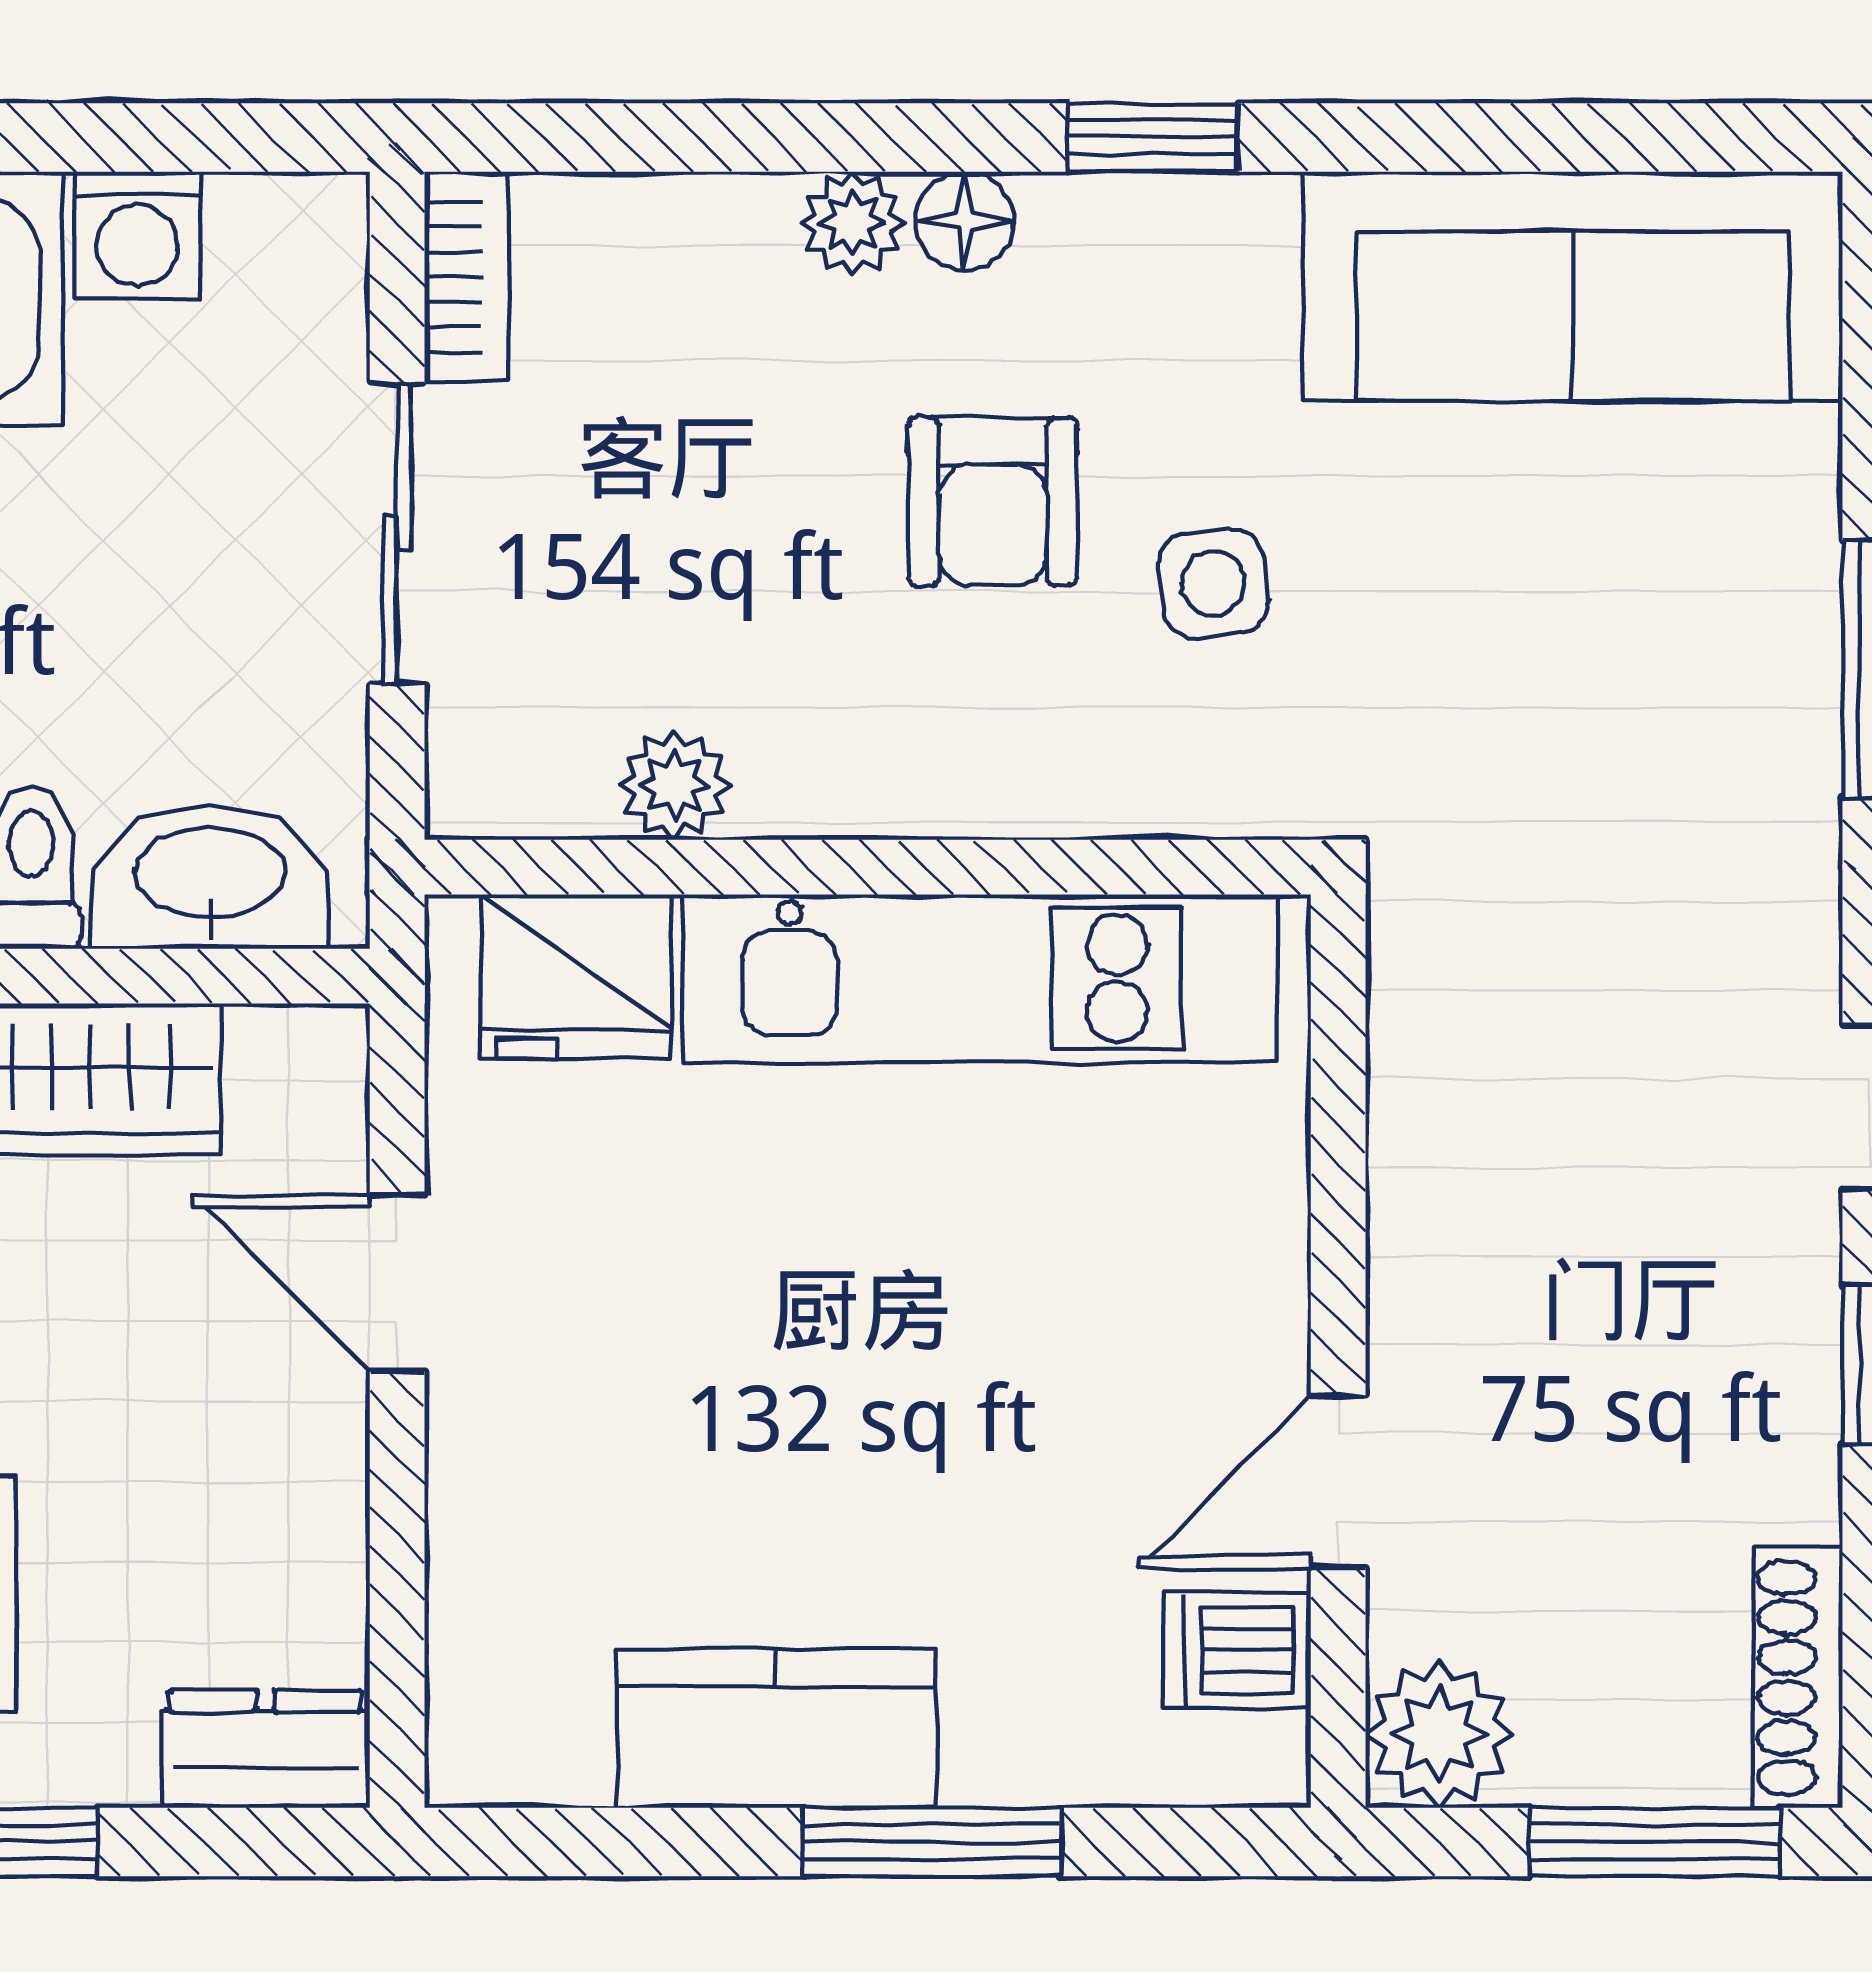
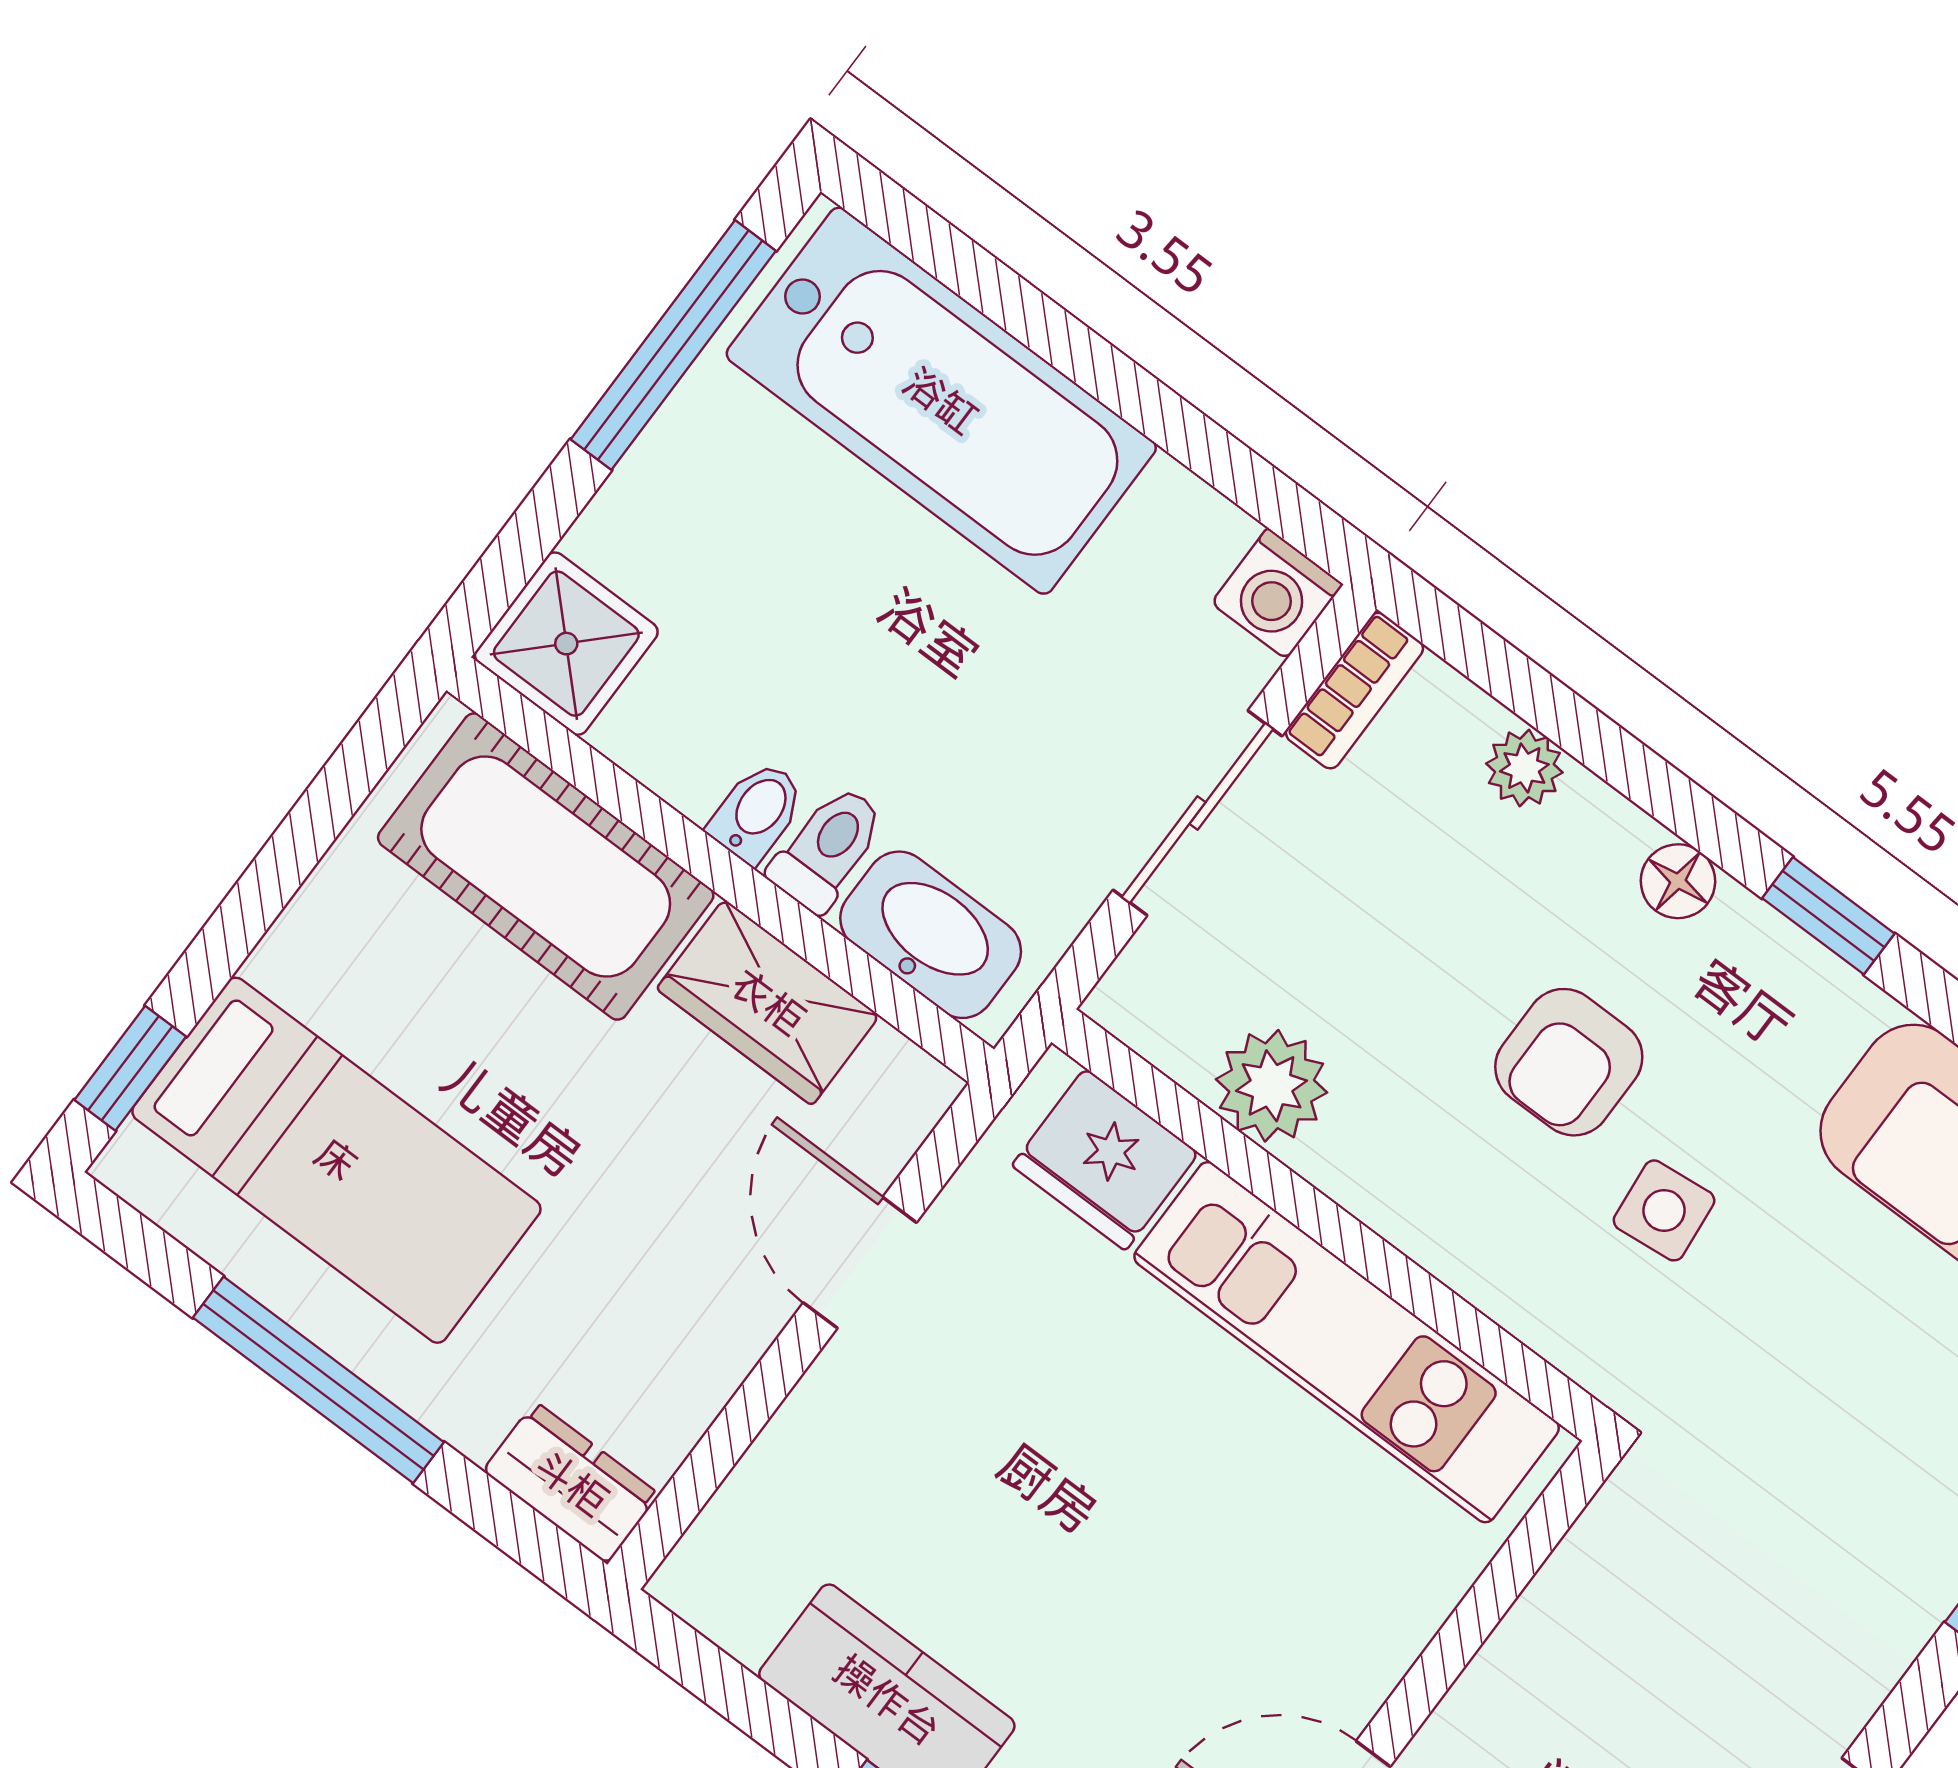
plant: (852, 223) -> (1524, 768), moved
washing machine: (137, 235) -> (1277, 594), moved
plant: (674, 785) -> (1272, 1086), width x1.38, depth x1.38

